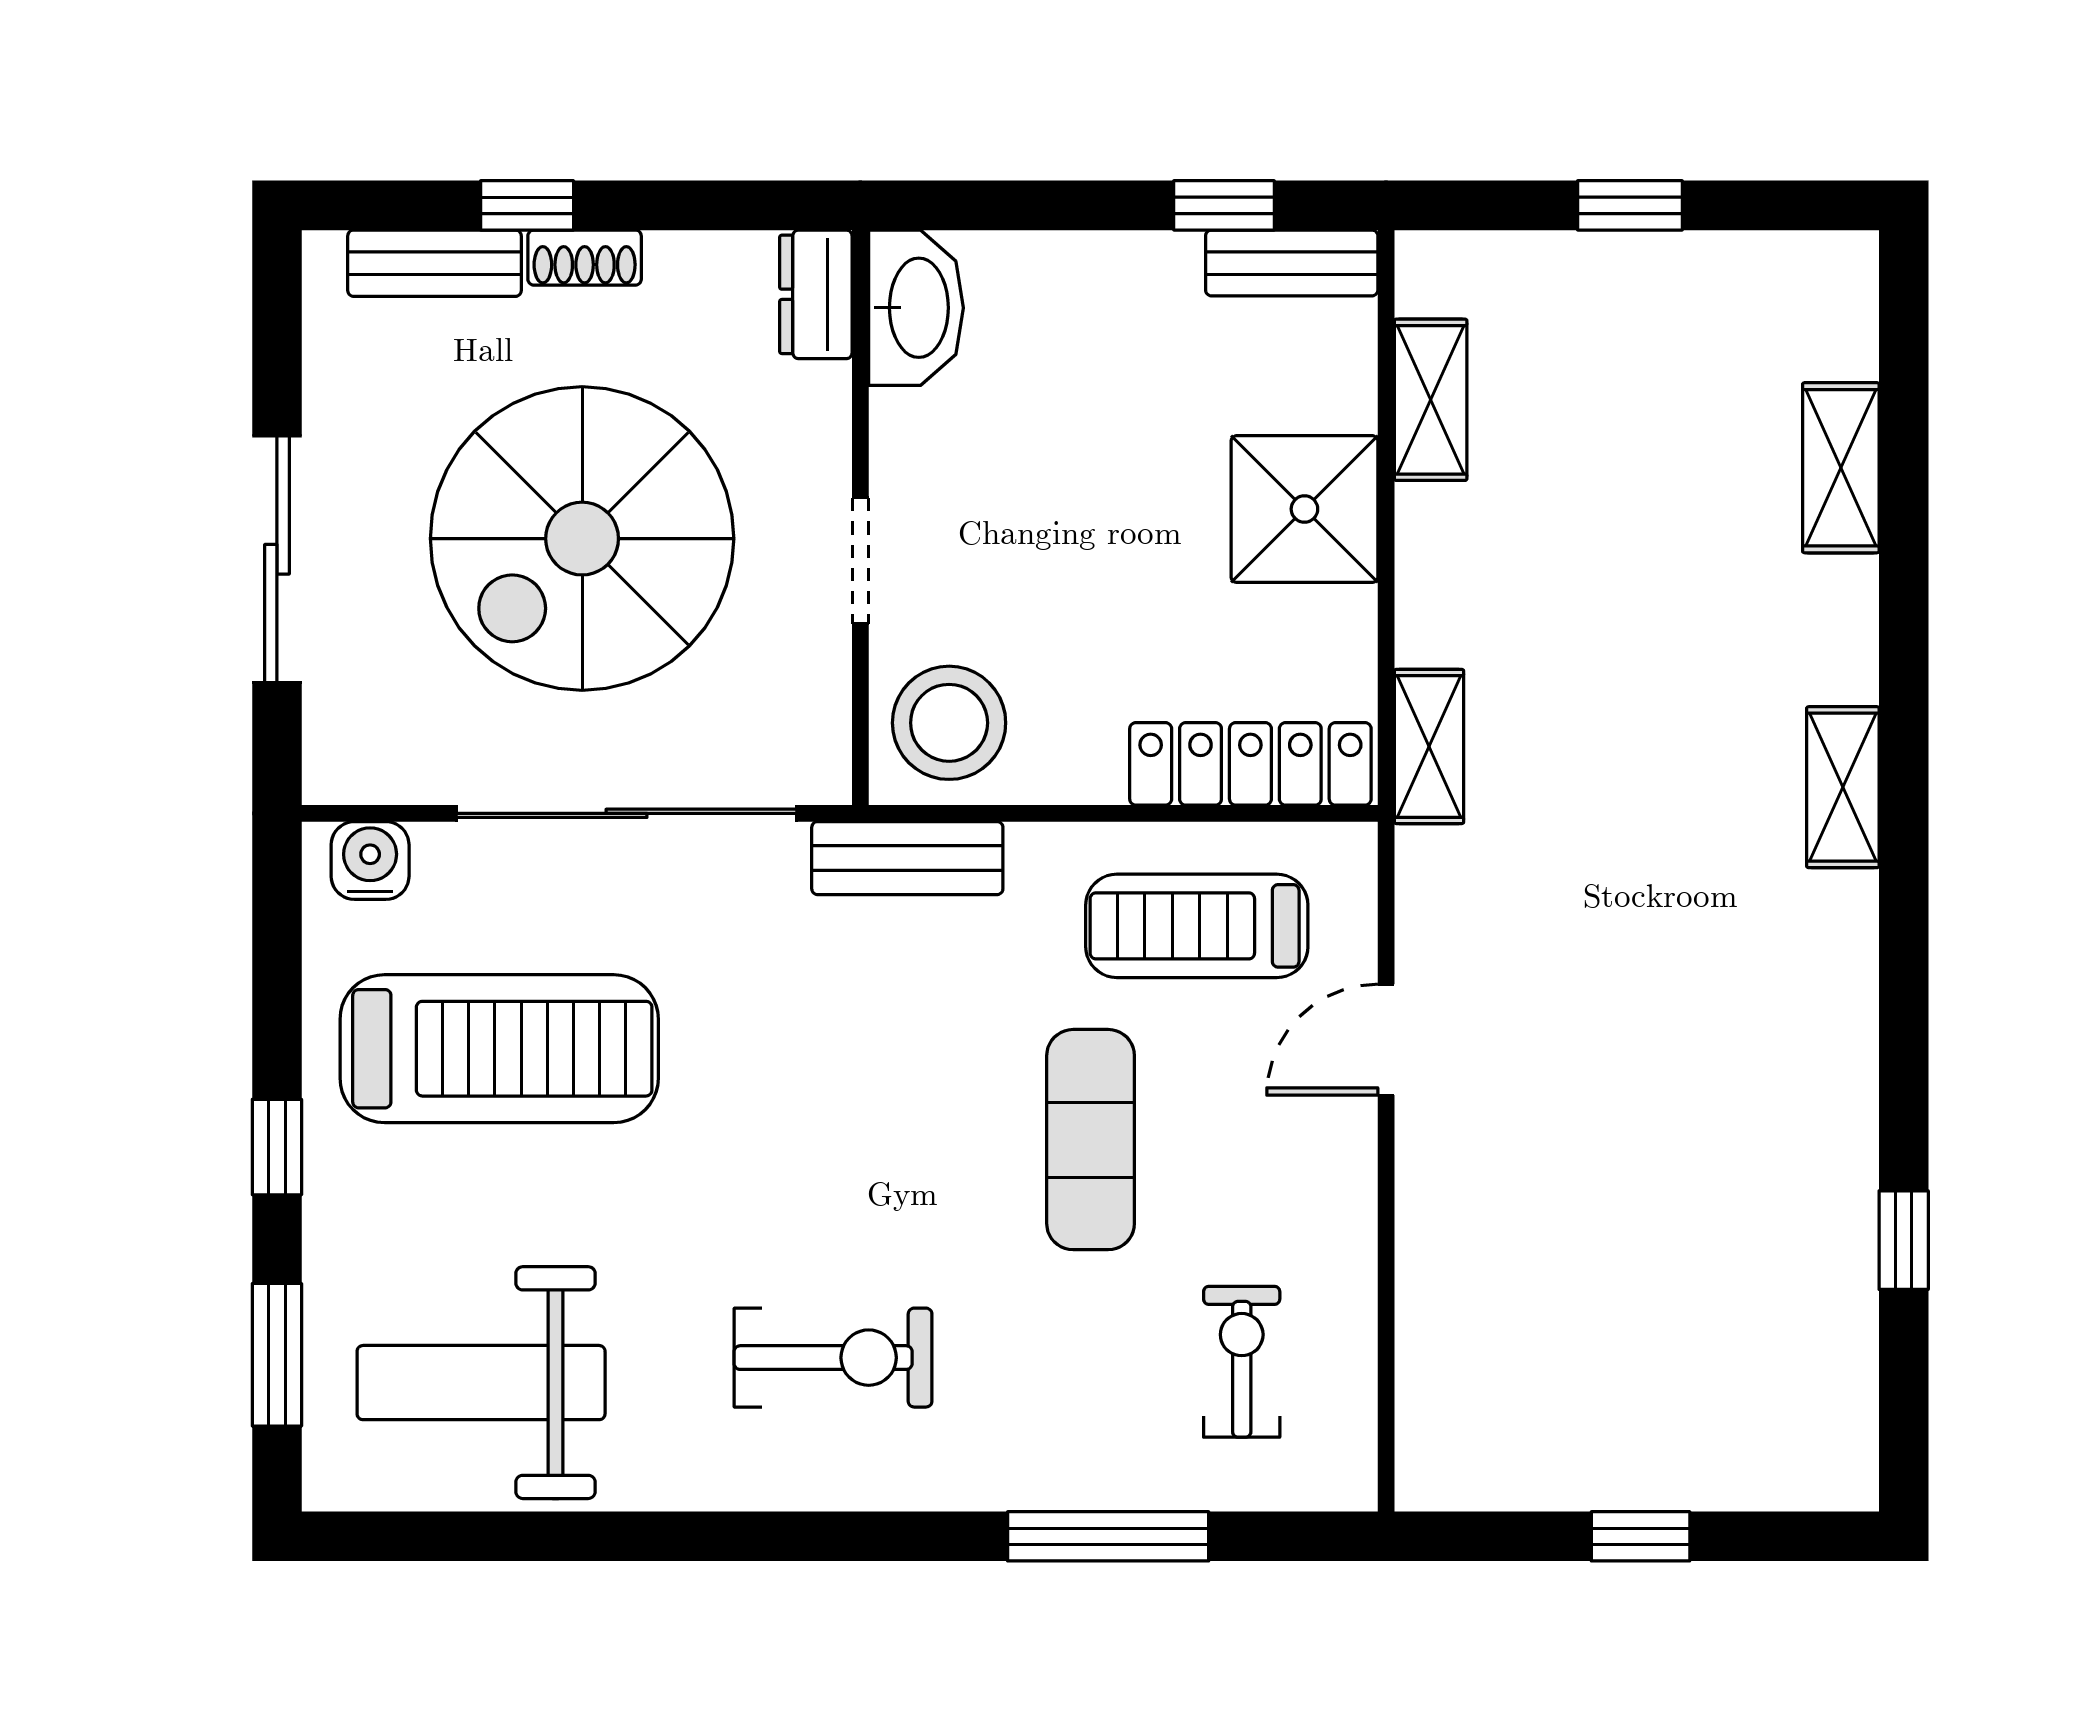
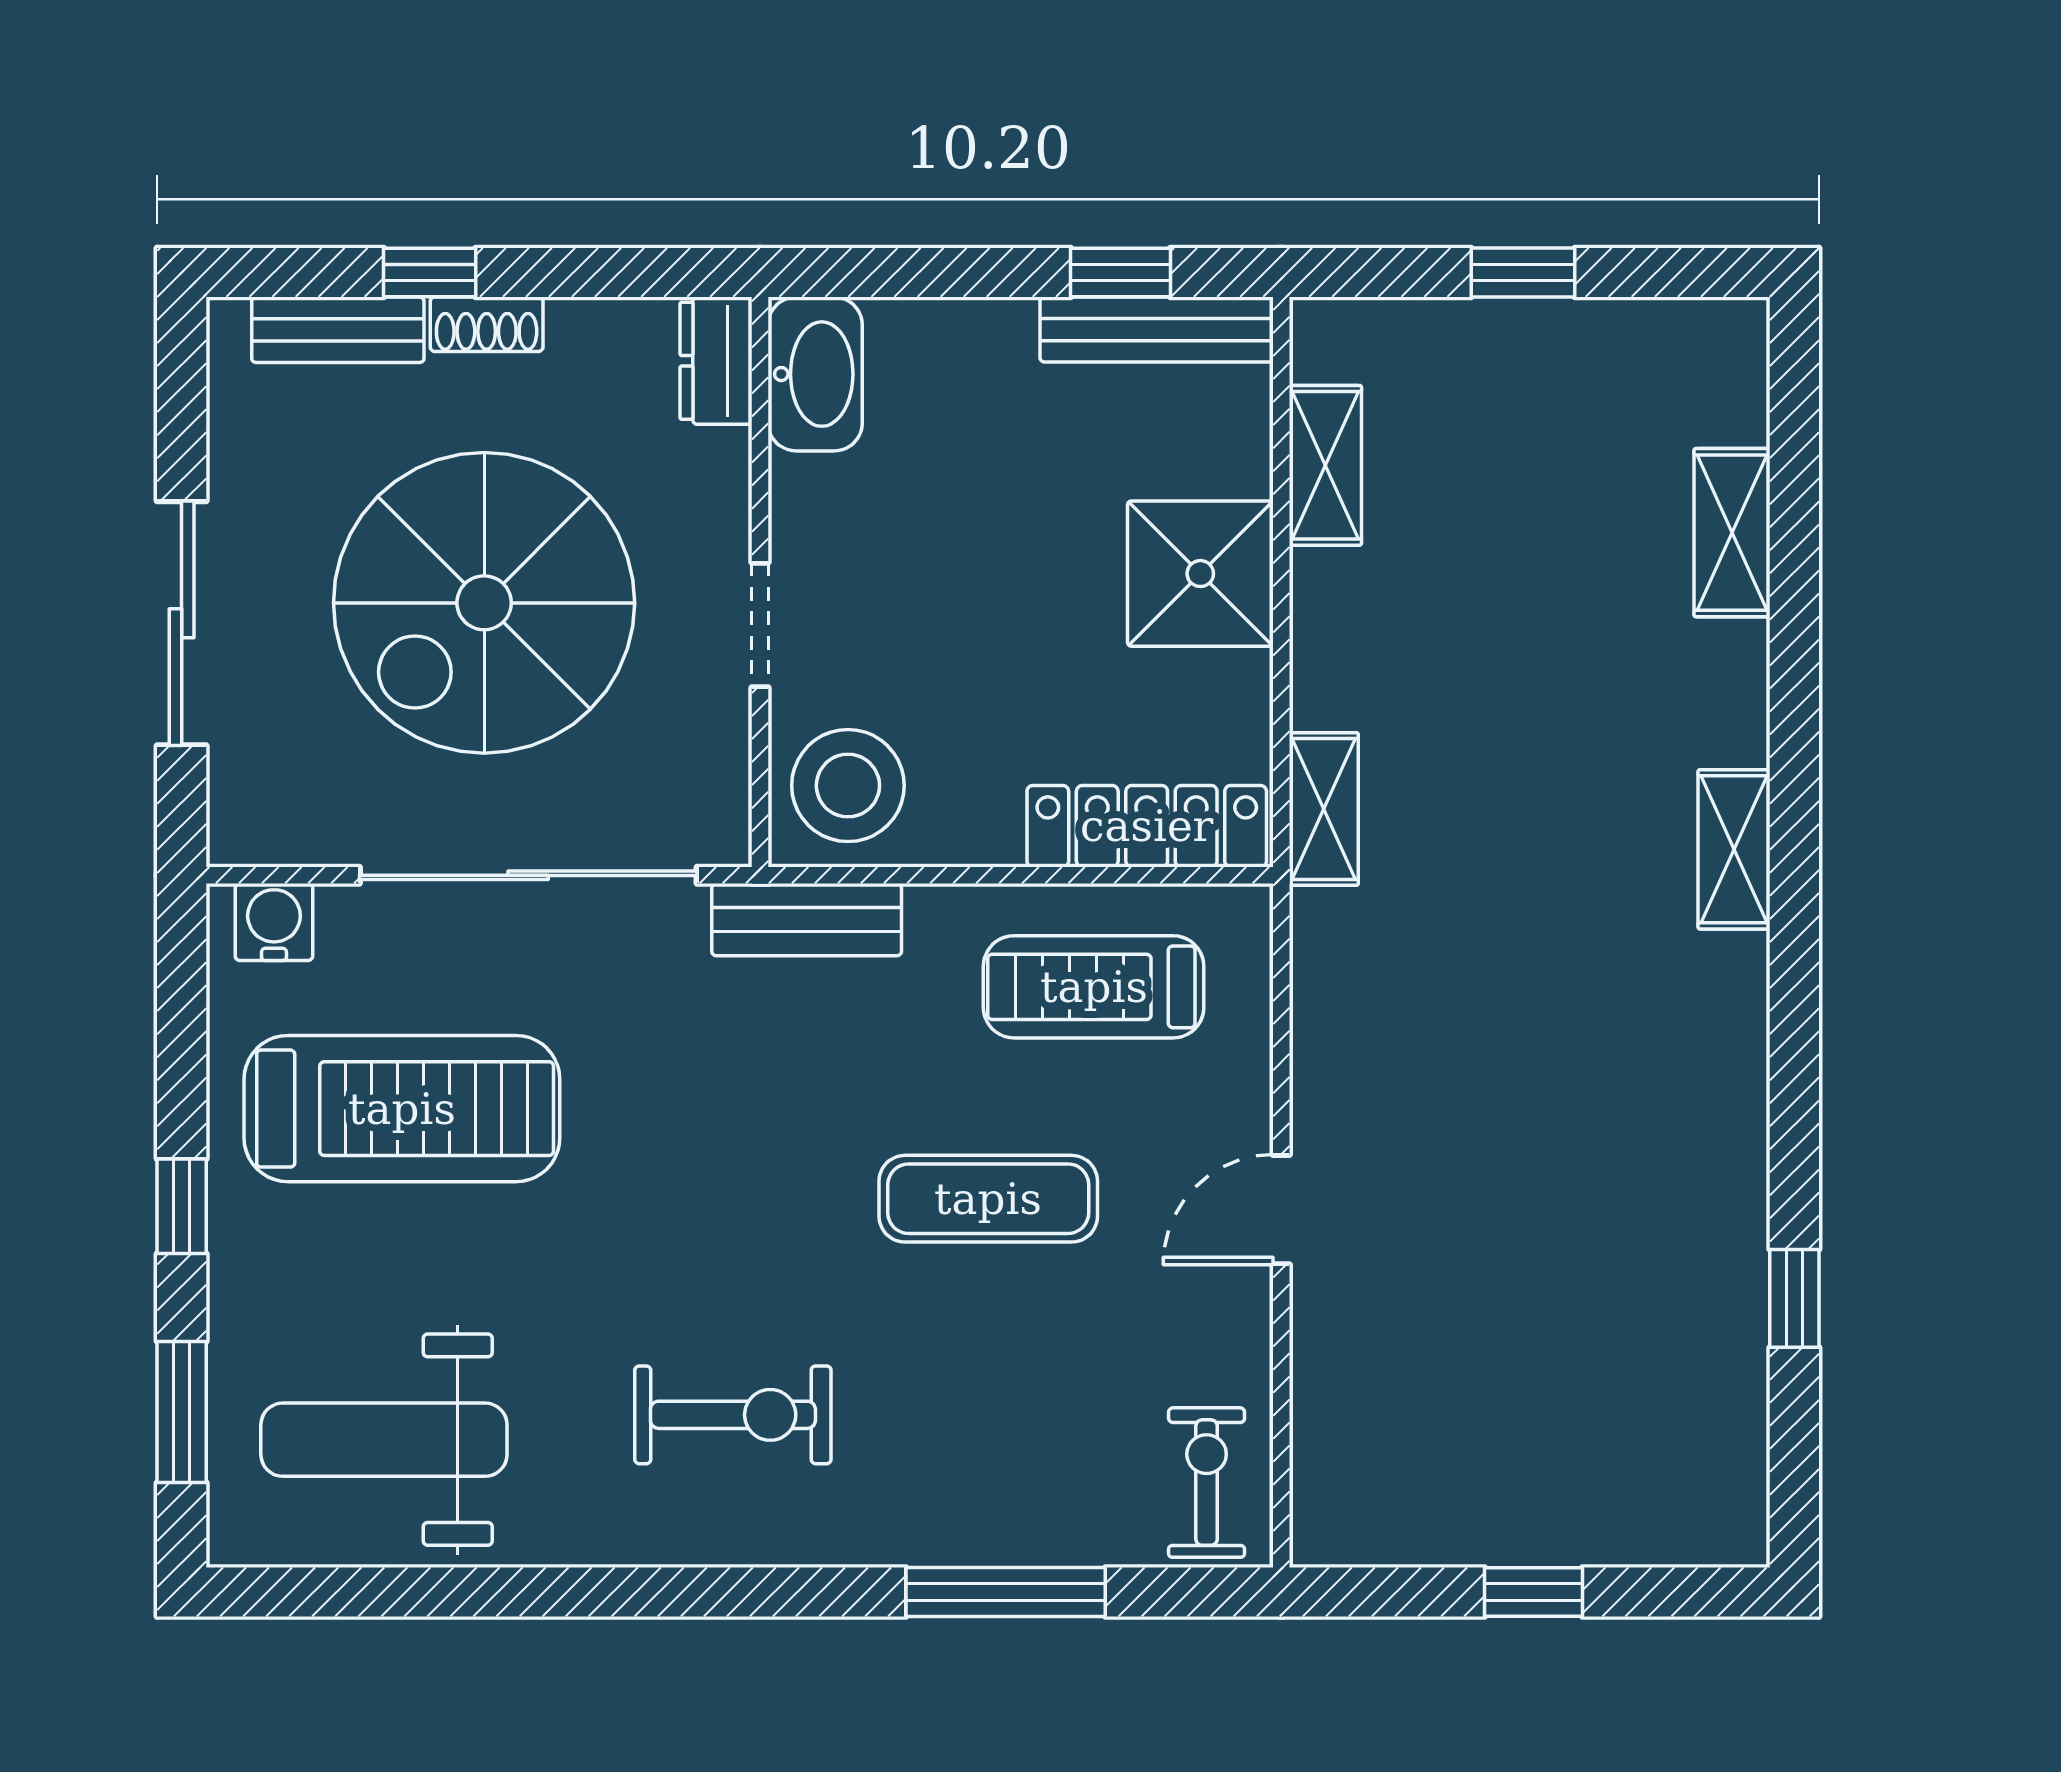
bench: (1292, 263) -> (1157, 330), width x1.36
door: (1386, 1040) -> (1281, 1210), moved
exercise mat: (1091, 1140) -> (988, 1199), turned 90
exercise bike: (1242, 1362) -> (1207, 1483), moved

